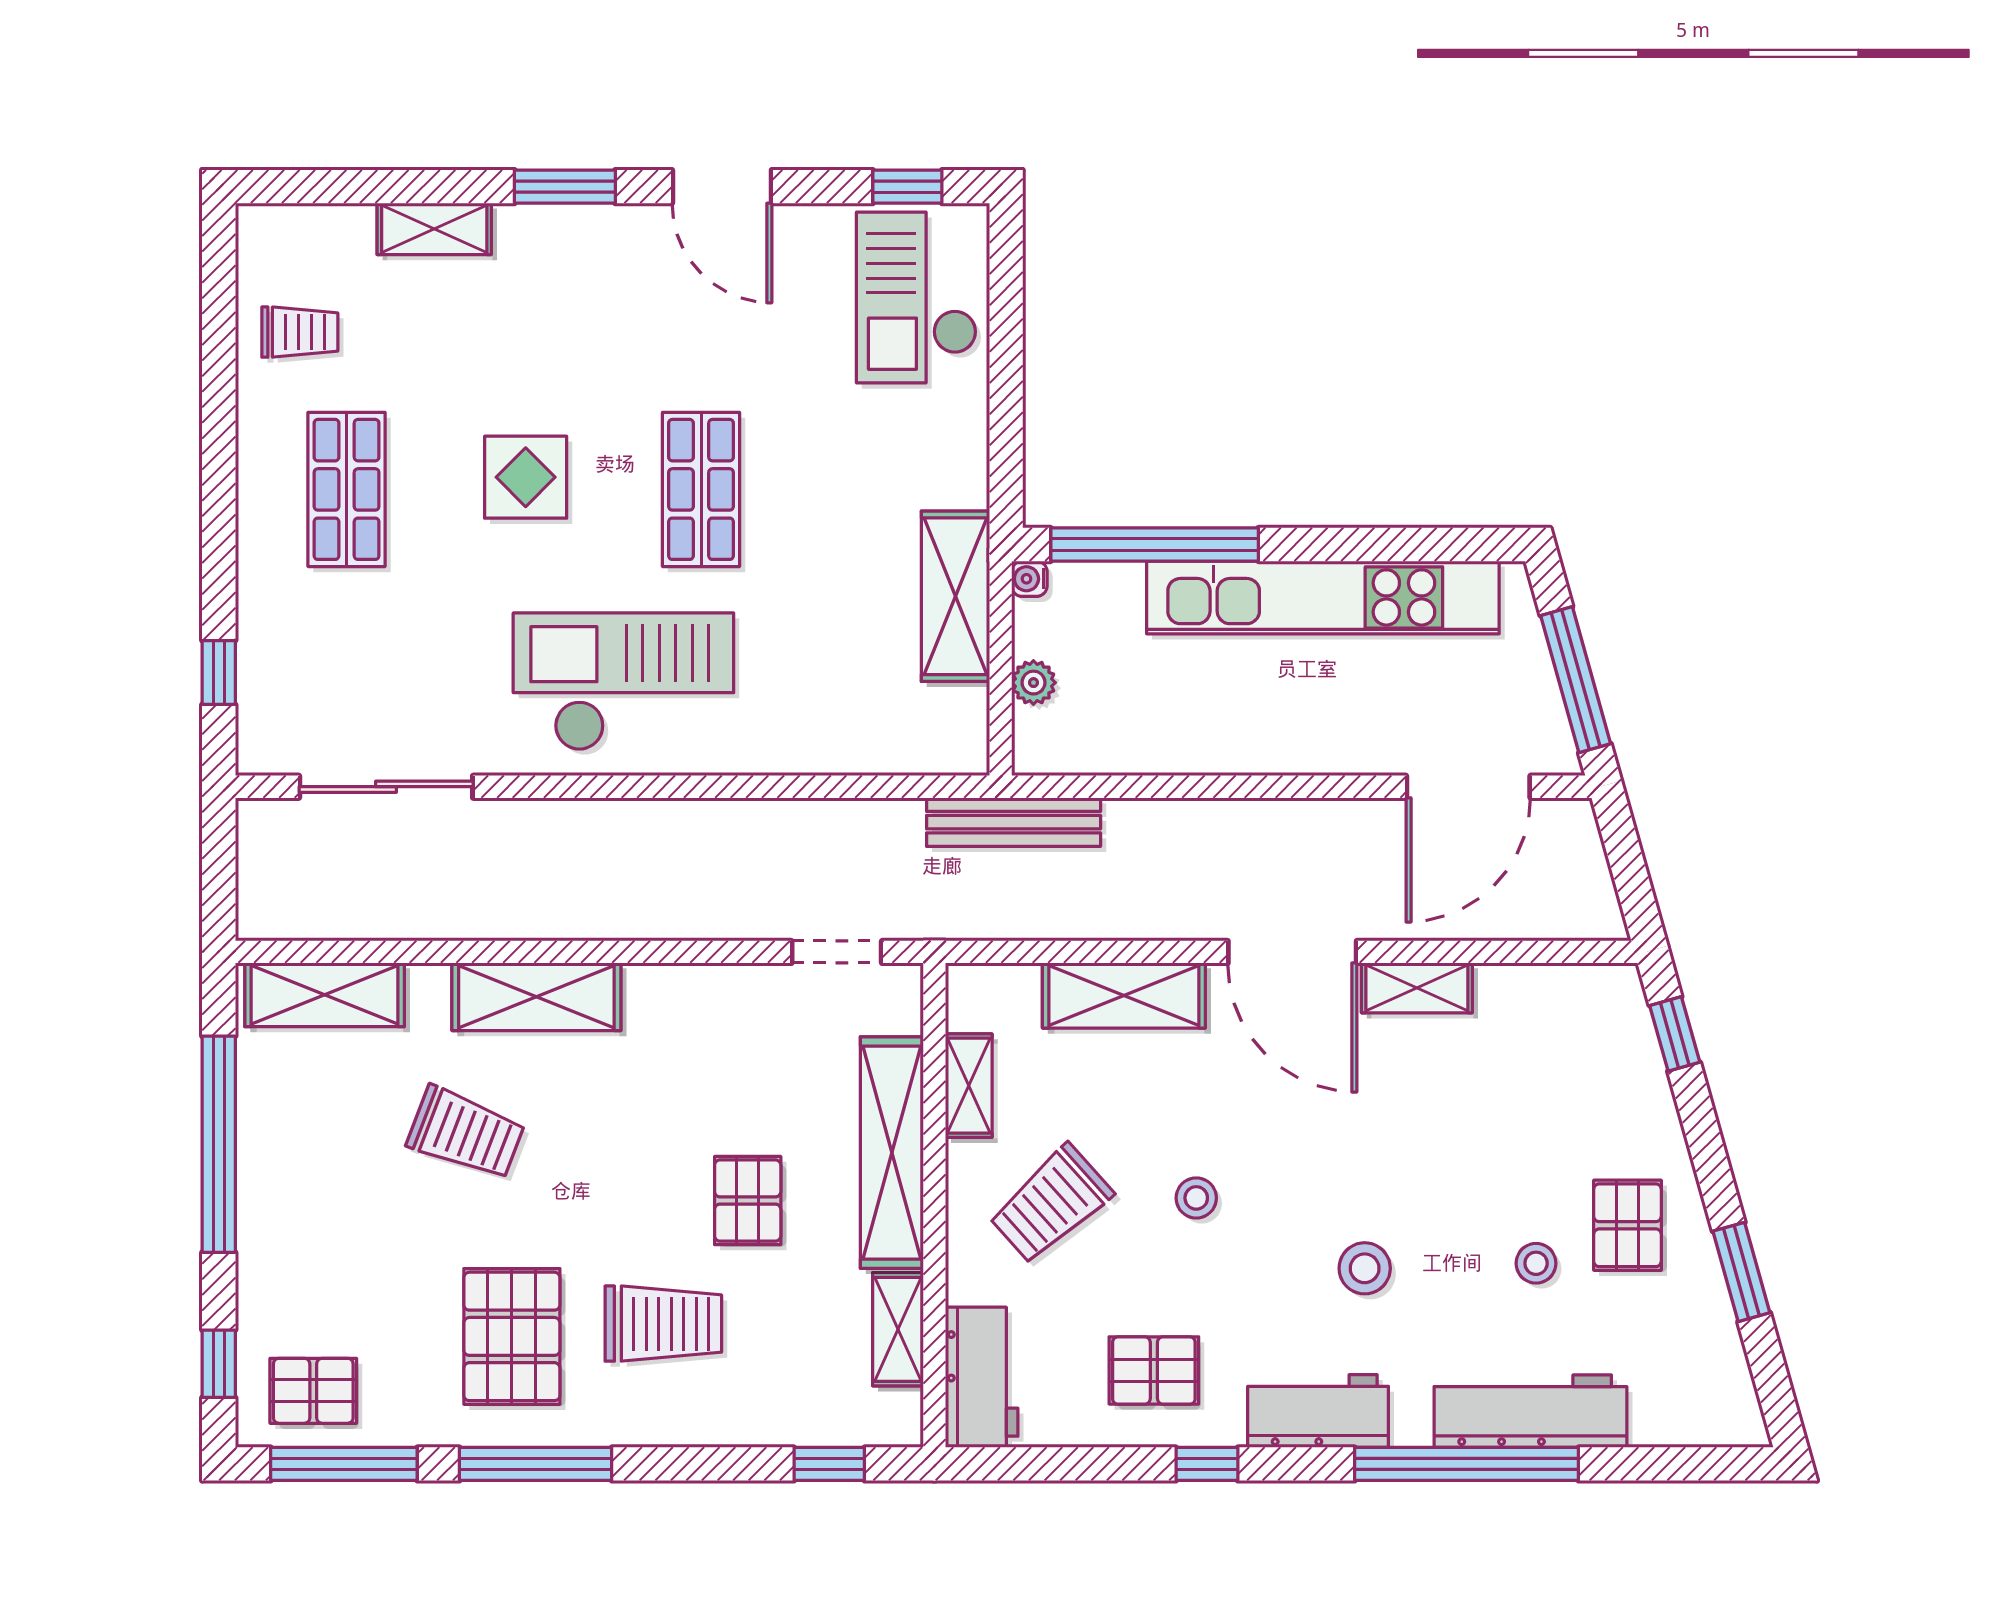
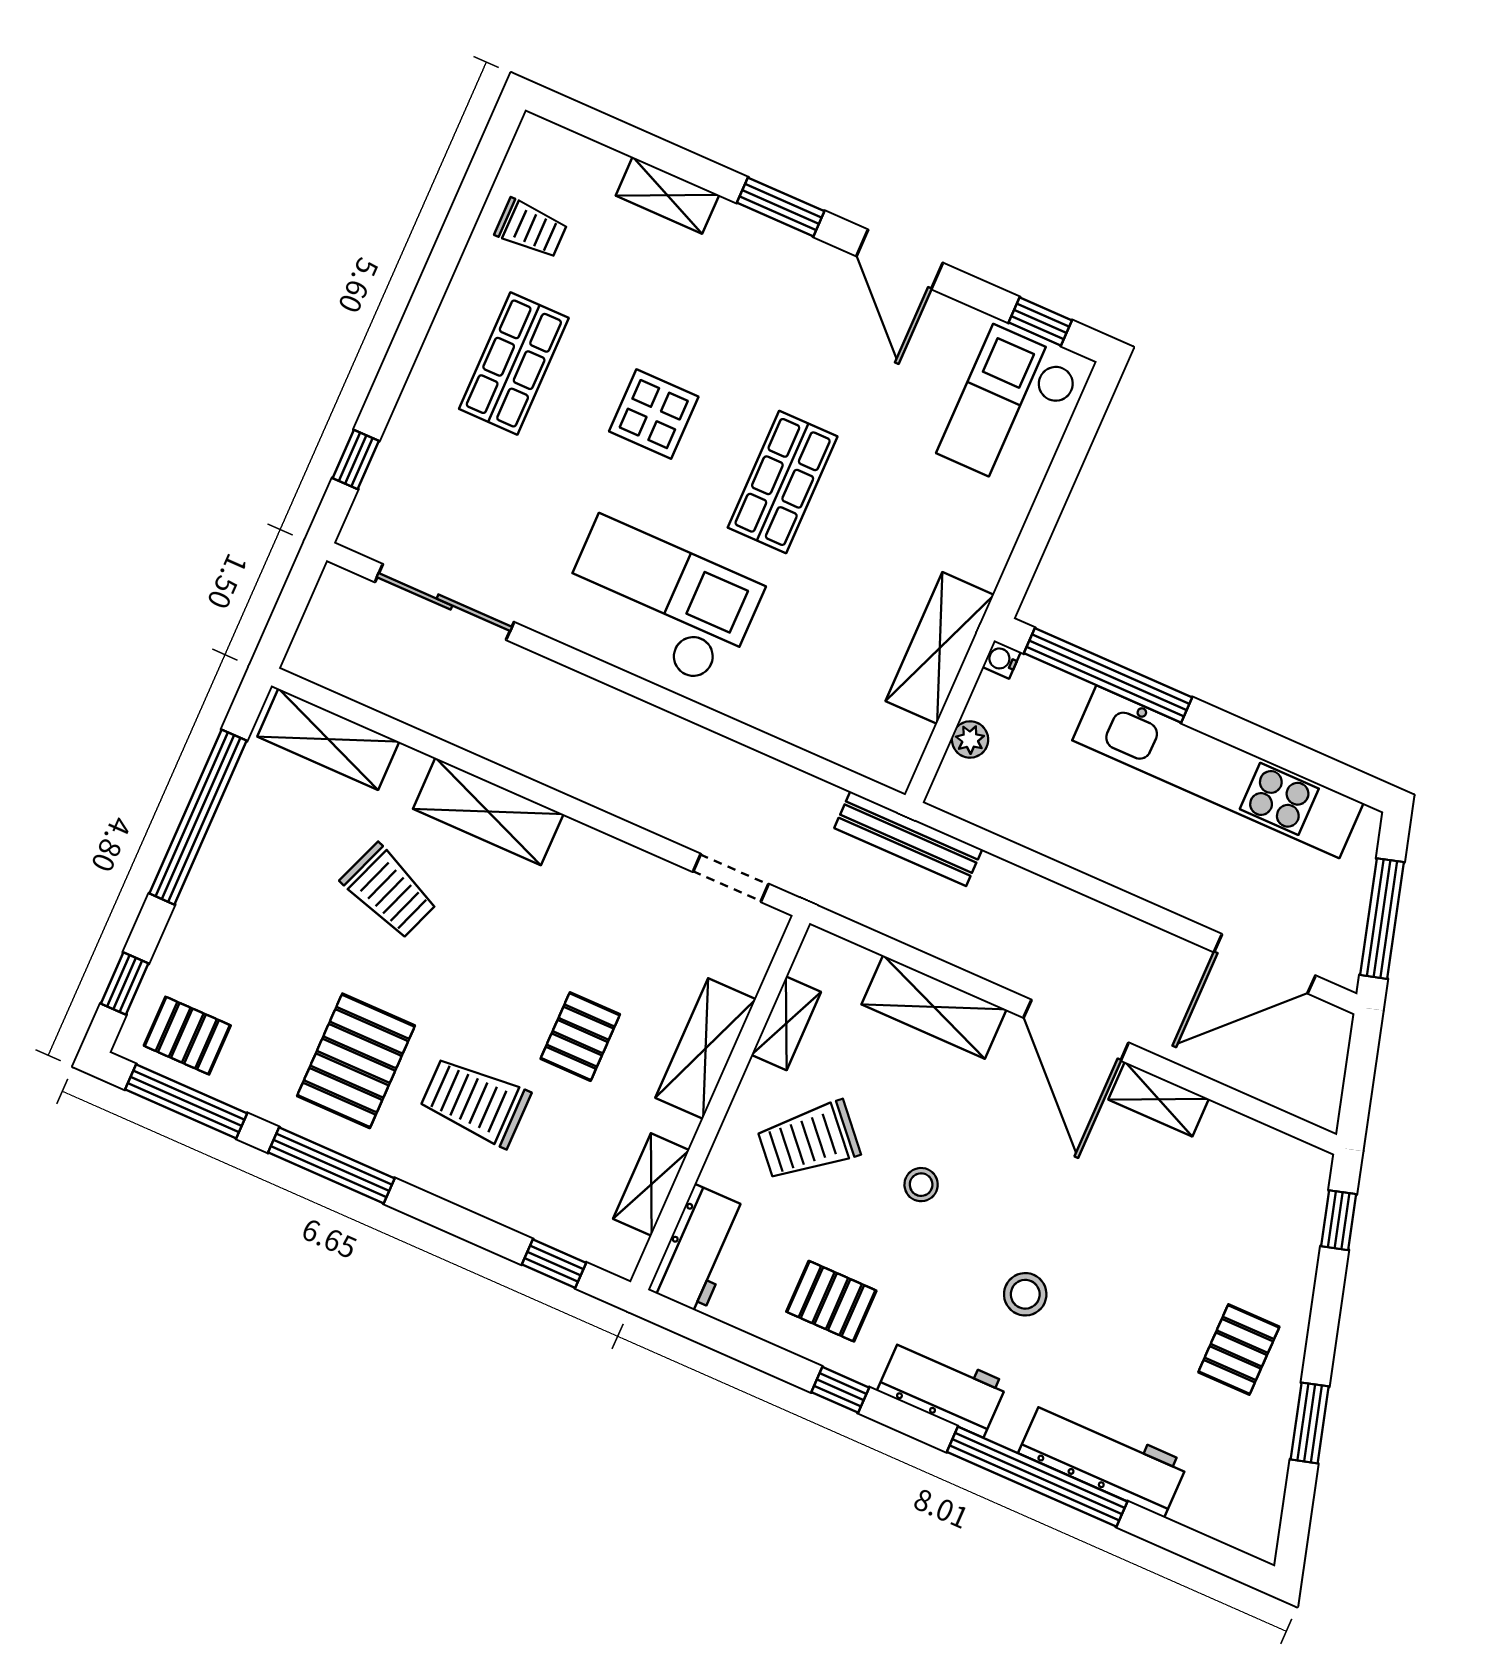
shelving: (892, 1153) -> (706, 1048), width x0.68
stool: (1536, 1263) -> (1157, 1348), removed
trolley: (663, 1324) -> (475, 1102), turned 180

